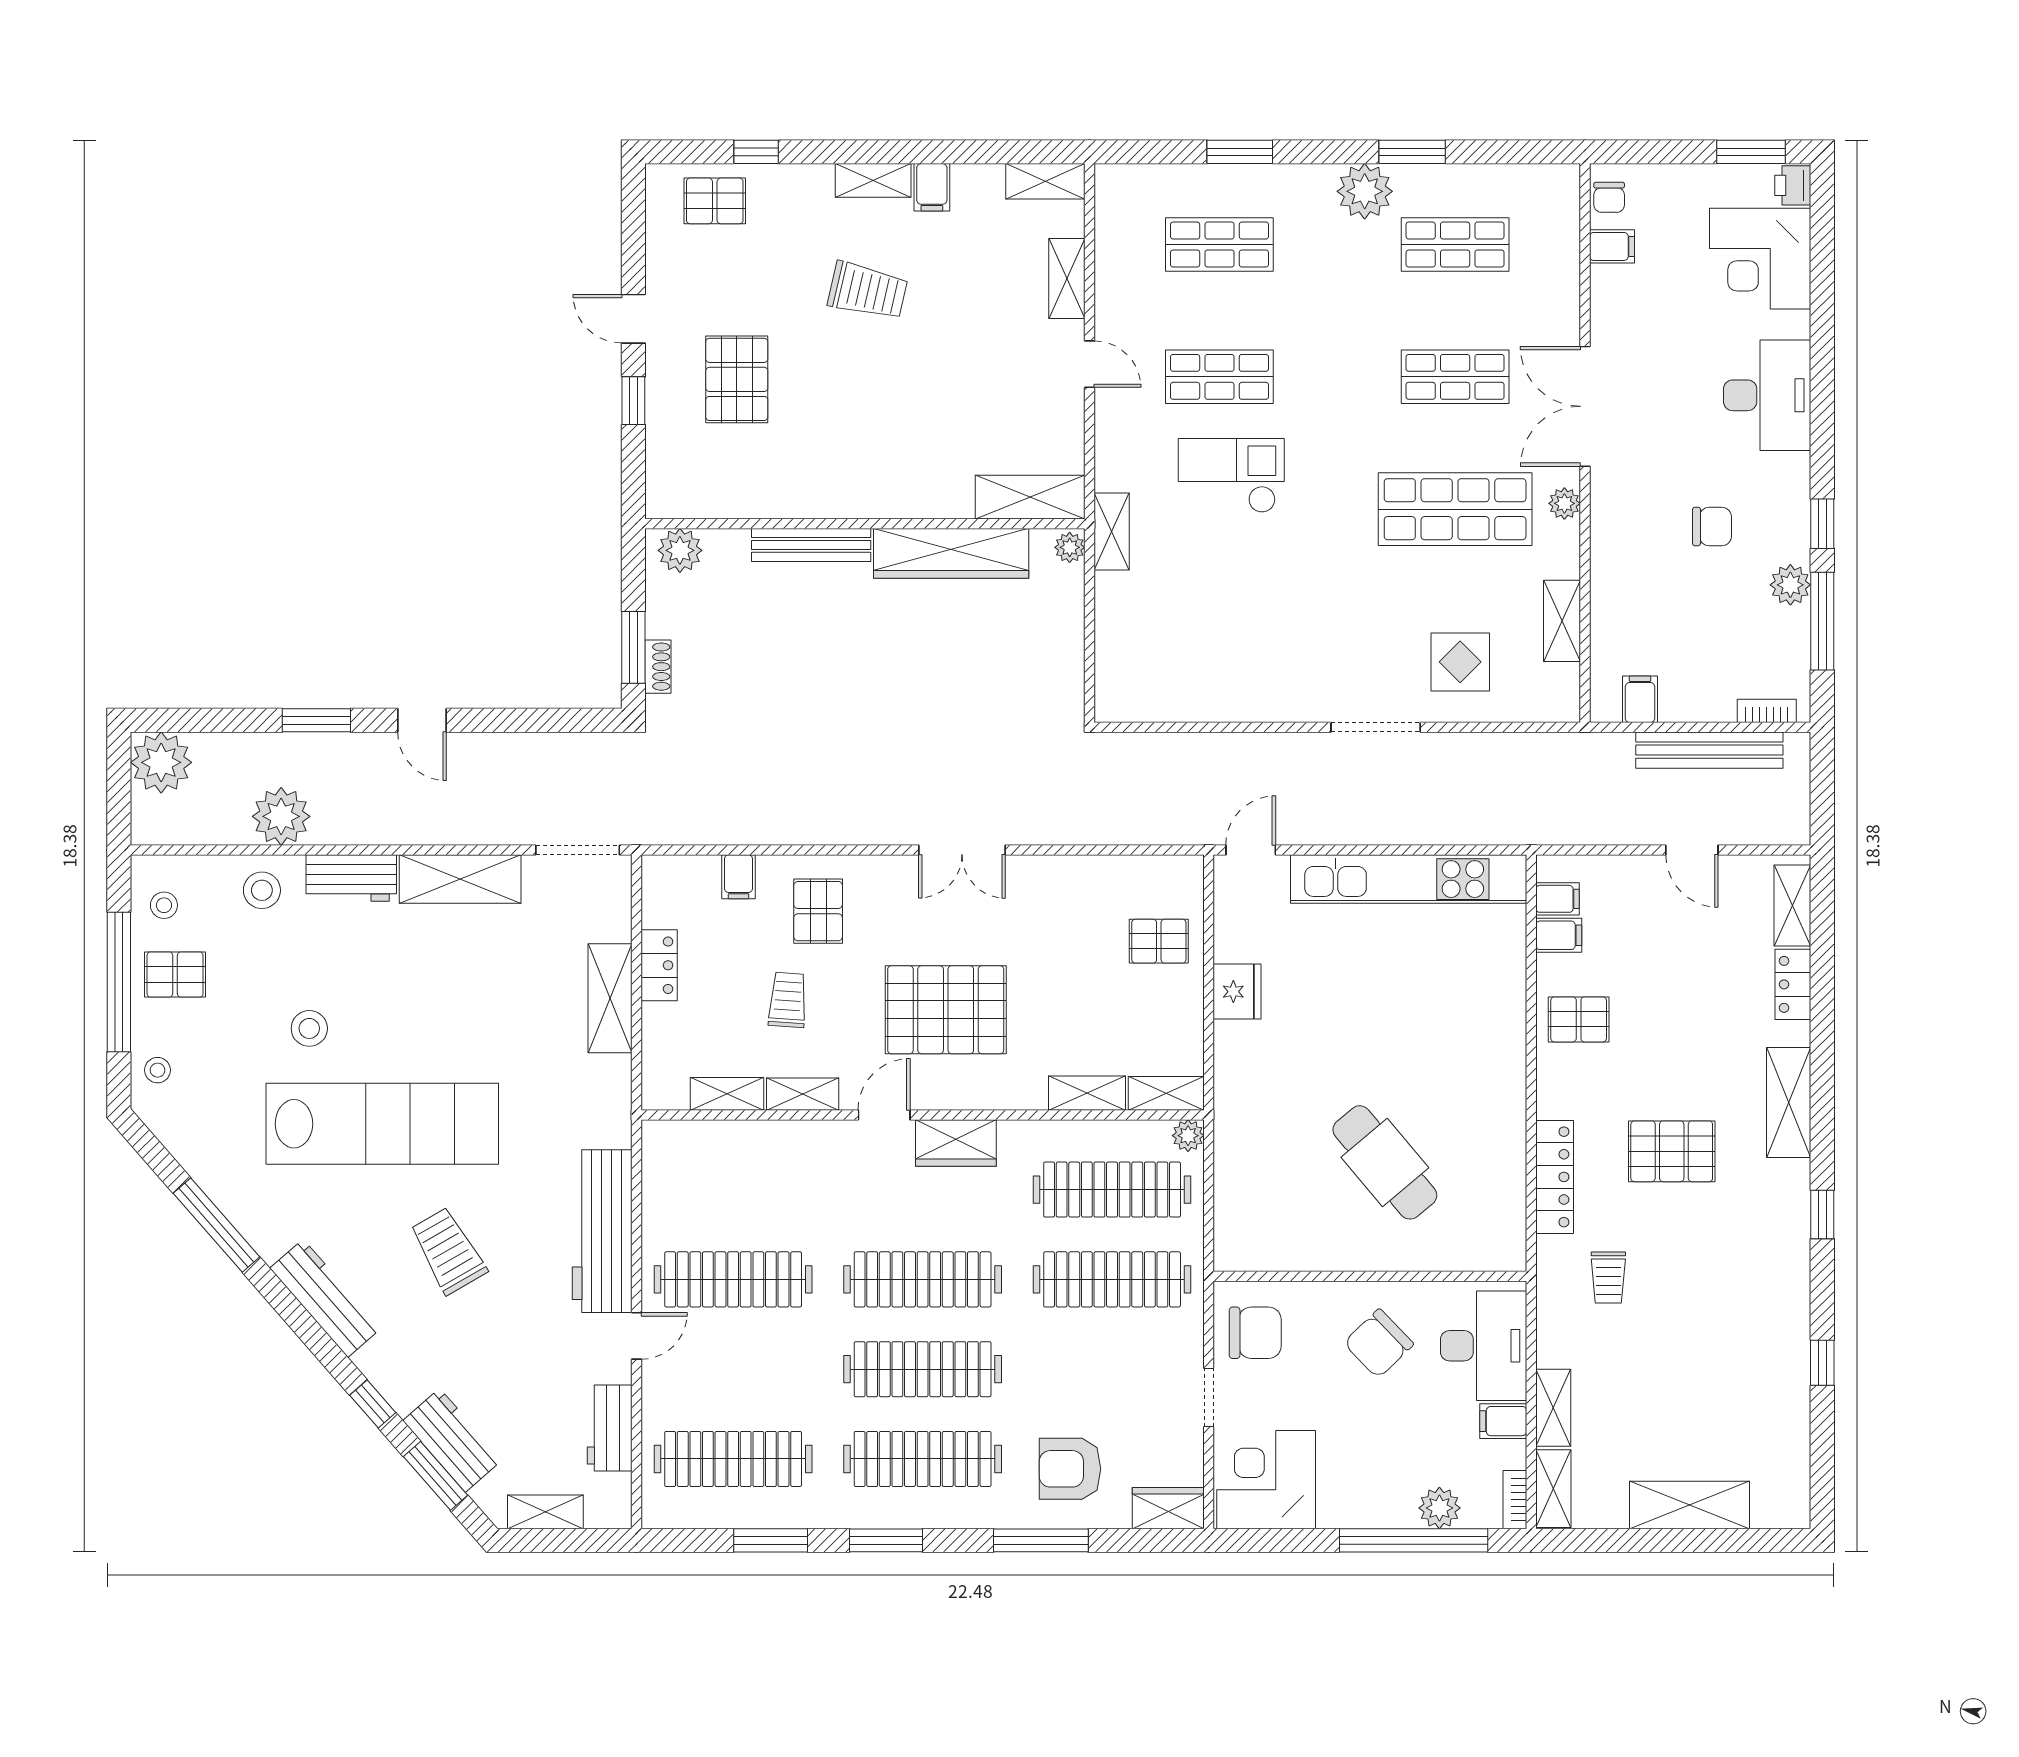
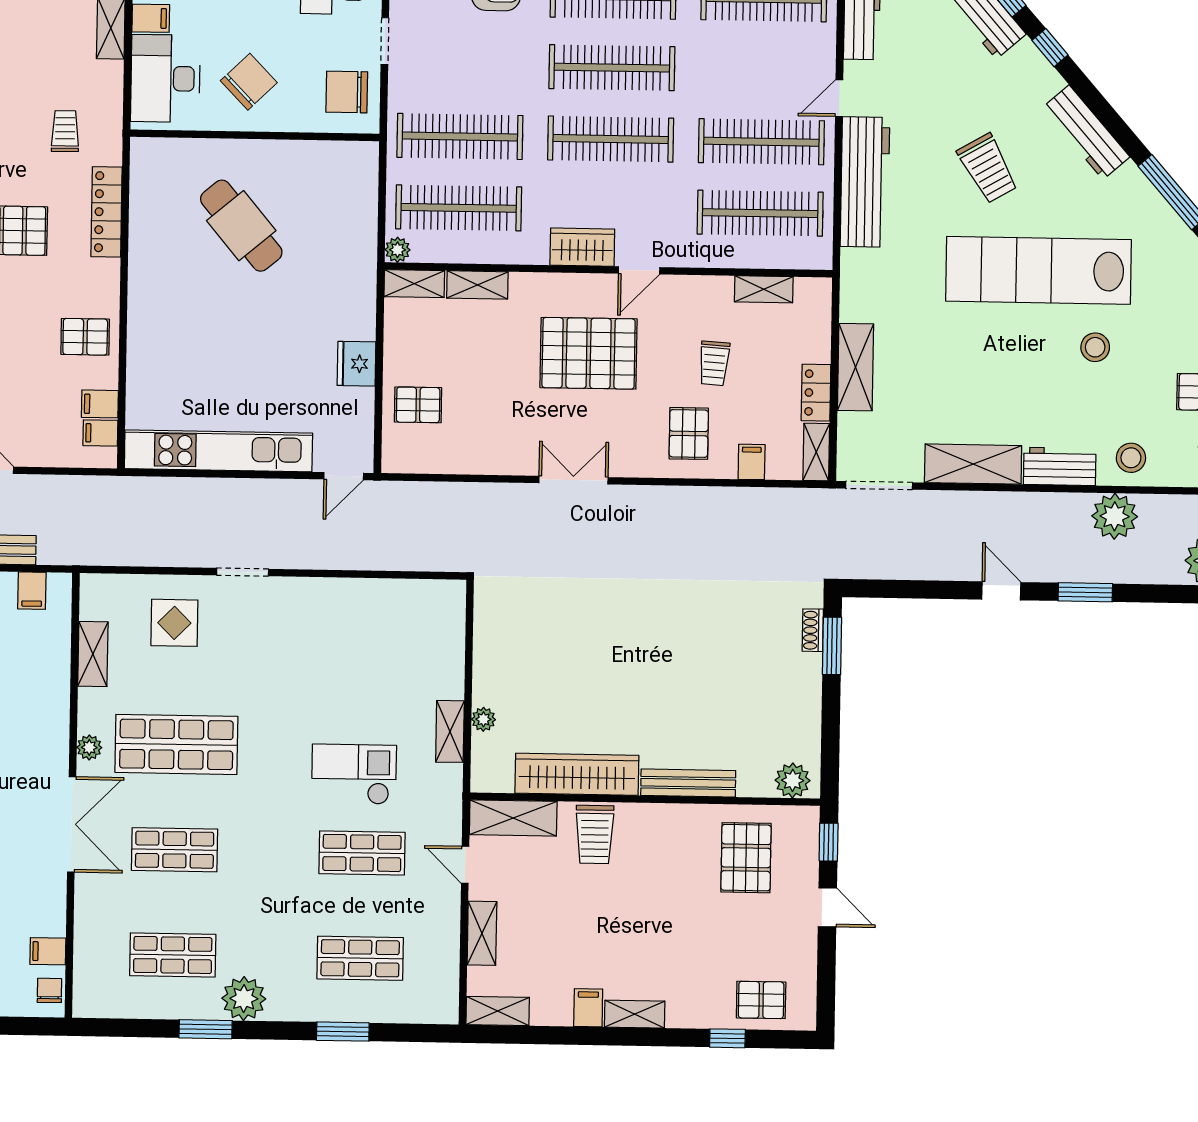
trolley: (868, 291) -> (595, 834), moved, turned -103
checkout: (1231, 476) -> (354, 774), turned 180
shelving: (1030, 497) -> (513, 818), moved
wall: (865, 524) -> (645, 799), moved
bench: (811, 545) -> (688, 783), moved
plant: (680, 550) -> (793, 780), moved
wardrobe: (951, 553) -> (577, 774), moved
doorway: (1376, 727) -> (243, 572), width x0.73
shelving: (803, 1094) -> (816, 452), moved, turned 90
clothes rail: (733, 1190) -> (760, 213), added

